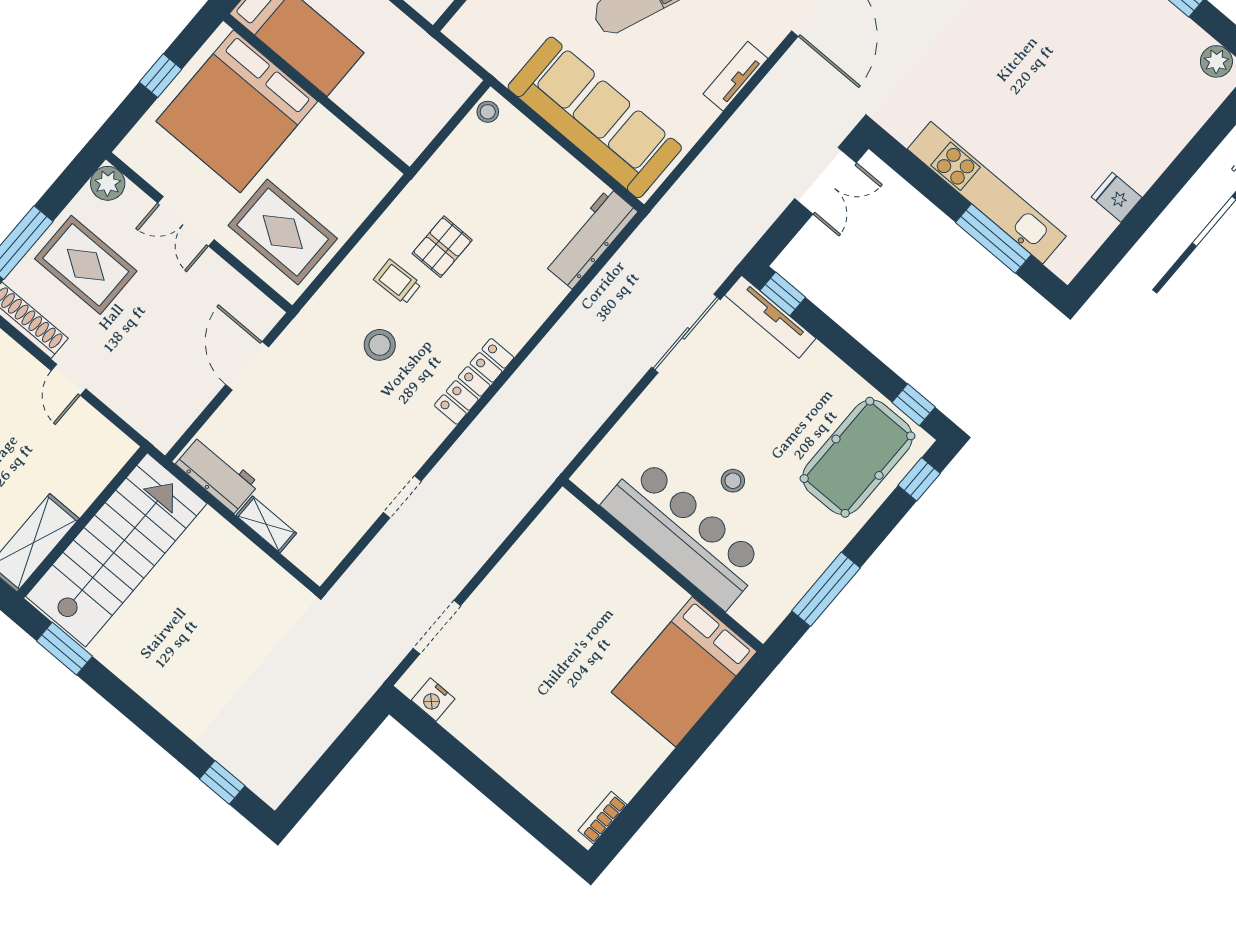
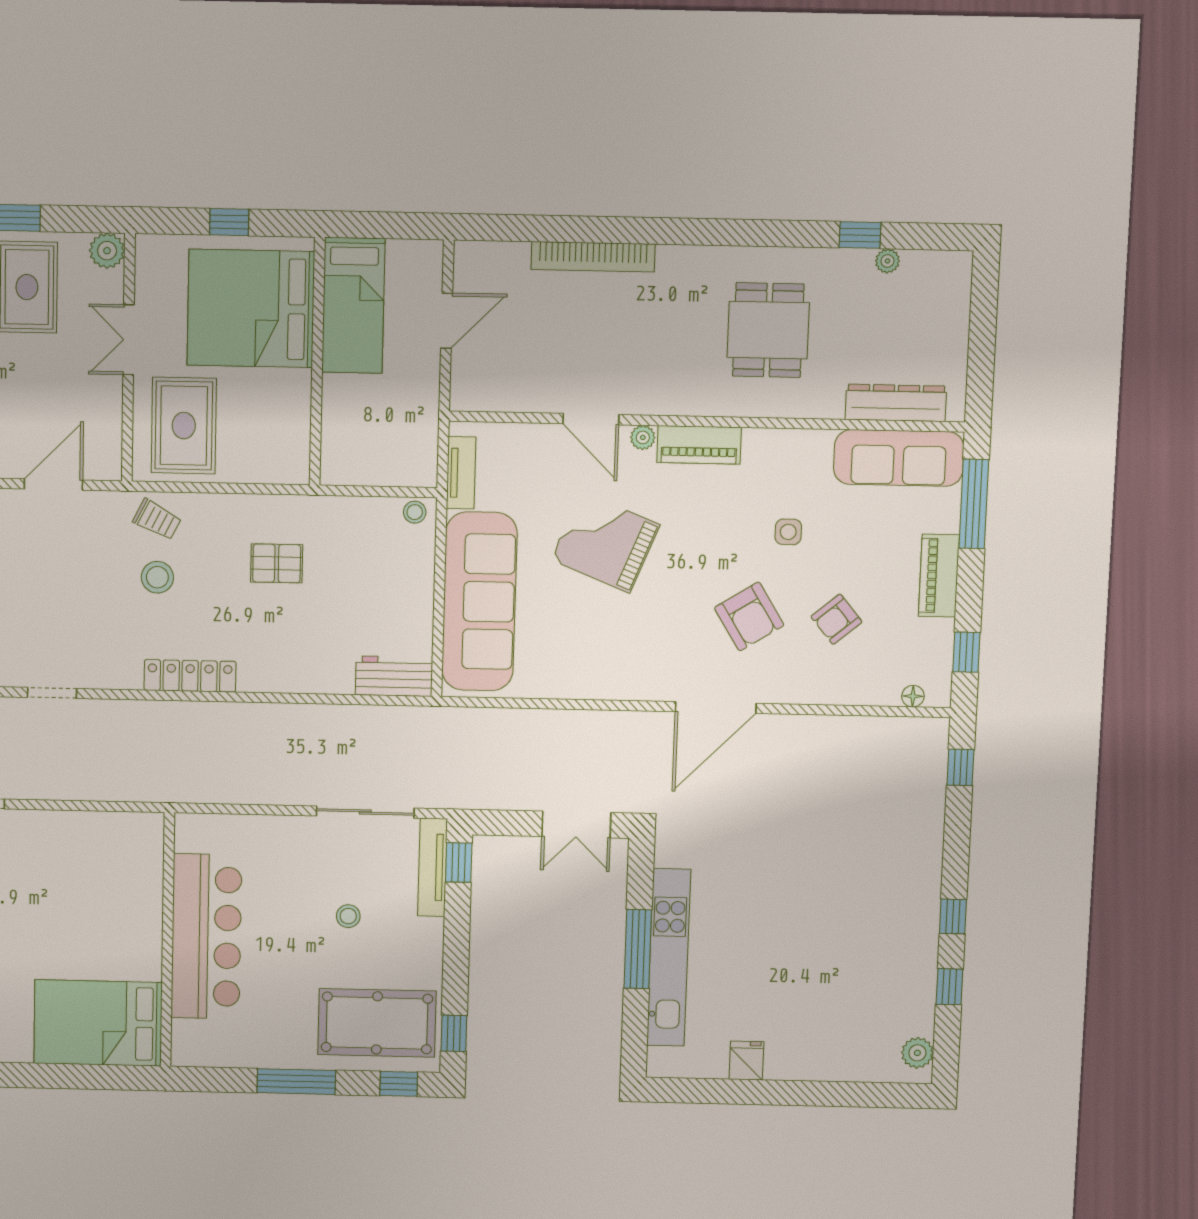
tv unit: (735, 76) -> (461, 473), moved, turned 90
workbench: (590, 238) -> (394, 676), width x0.73
window: (993, 239) -> (638, 949), moved
trolley: (397, 282) -> (157, 519), moved, turned 119
stool: (733, 481) -> (348, 916), moved
window: (826, 589) -> (296, 1082), moved

